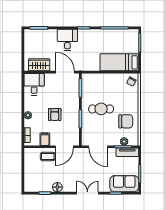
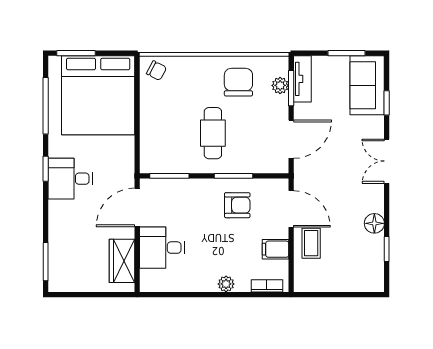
desk: (67, 40) -> (70, 179), moved
bed: (119, 62) -> (98, 95), width x2.04
desk: (34, 84) -> (162, 248), moved
armchair: (55, 114) -> (237, 205), moved

